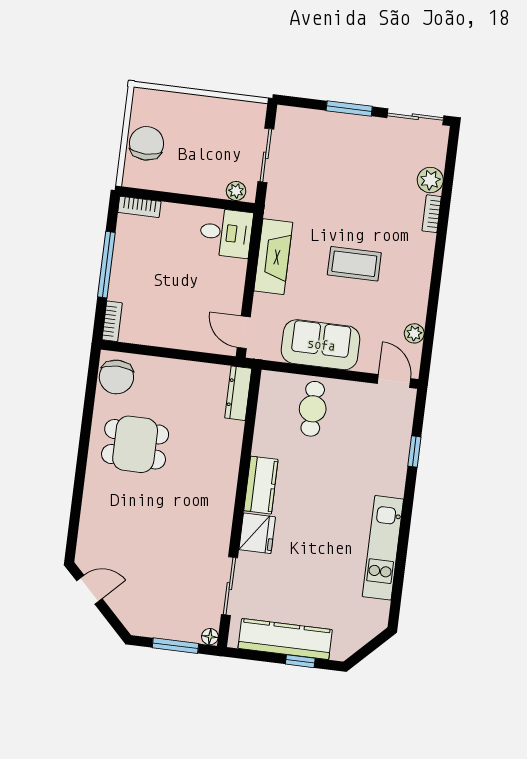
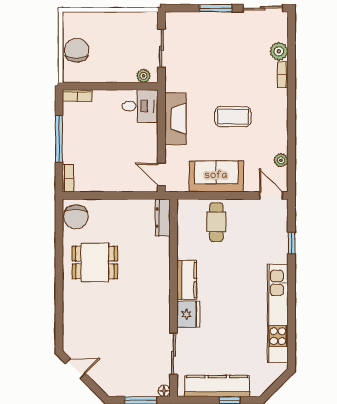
kitchen unit: (383, 548) -> (278, 313), width x1.36

